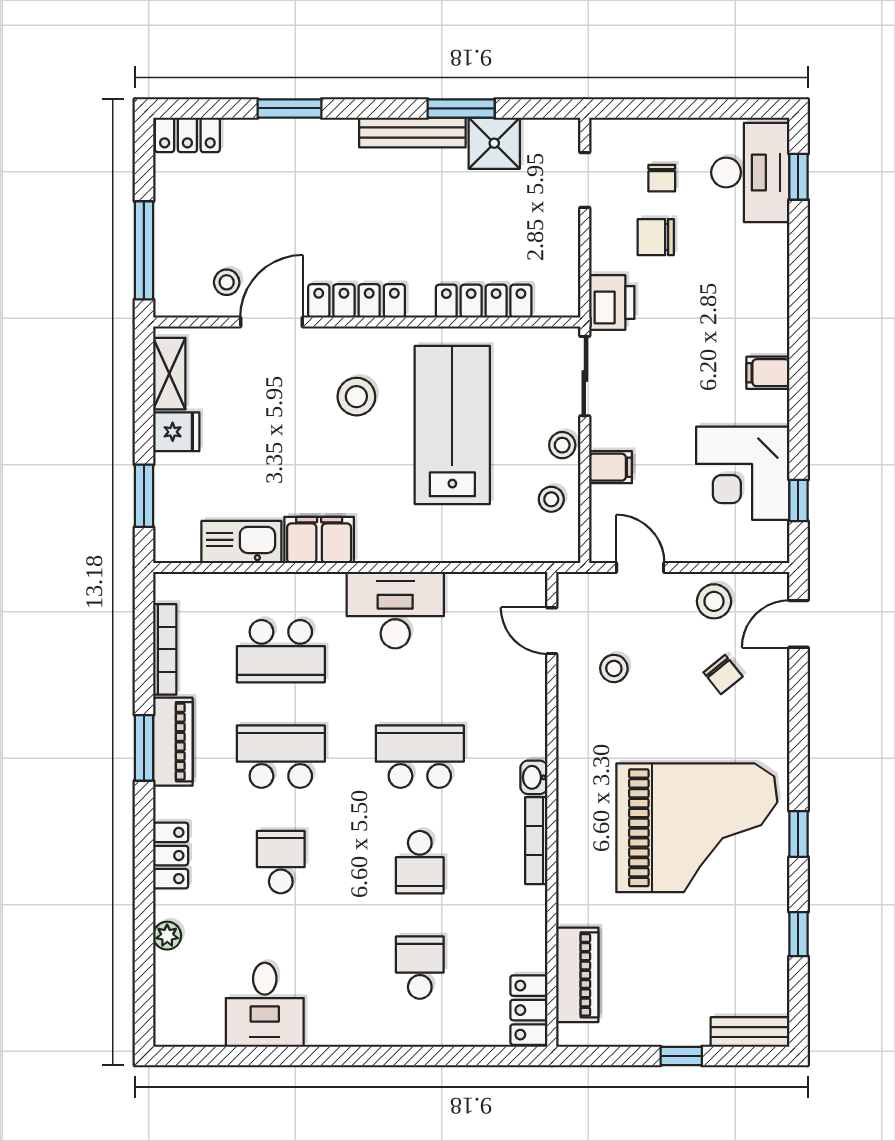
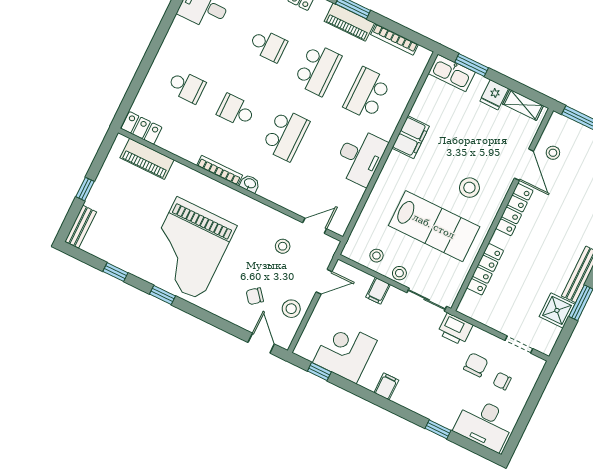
window: (798, 177) -> (438, 429), moved
kitchen sink: (241, 542) -> (452, 73), moved, turned 90

